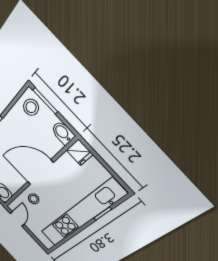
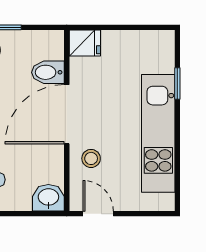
bidet: (63, 133) -> (48, 72), moved
kitchen unit: (81, 214) -> (158, 133), width x0.73

